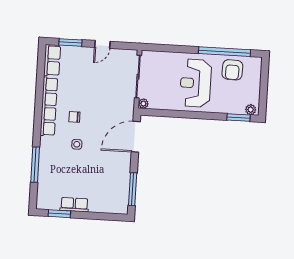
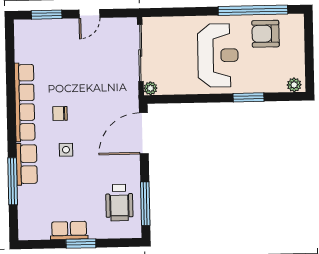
row of seats: (52, 60) -> (27, 164), moved
armchair: (232, 70) -> (265, 34), turned 88
reception desk: (196, 83) -> (218, 55), turned 180
window: (239, 118) -> (249, 97), moved
wheelchair: (113, 187) -> (119, 203), added
window: (59, 214) -> (81, 243), moved

